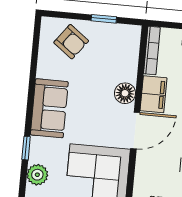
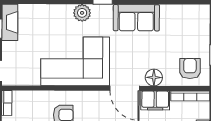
armchair: (71, 42) -> (190, 68), moved, turned 143

